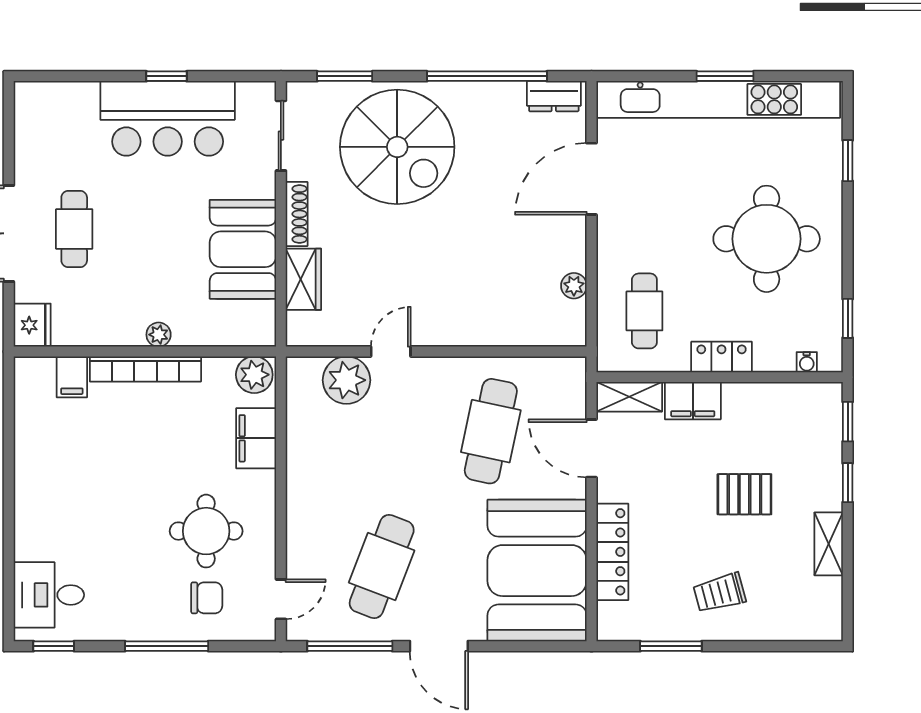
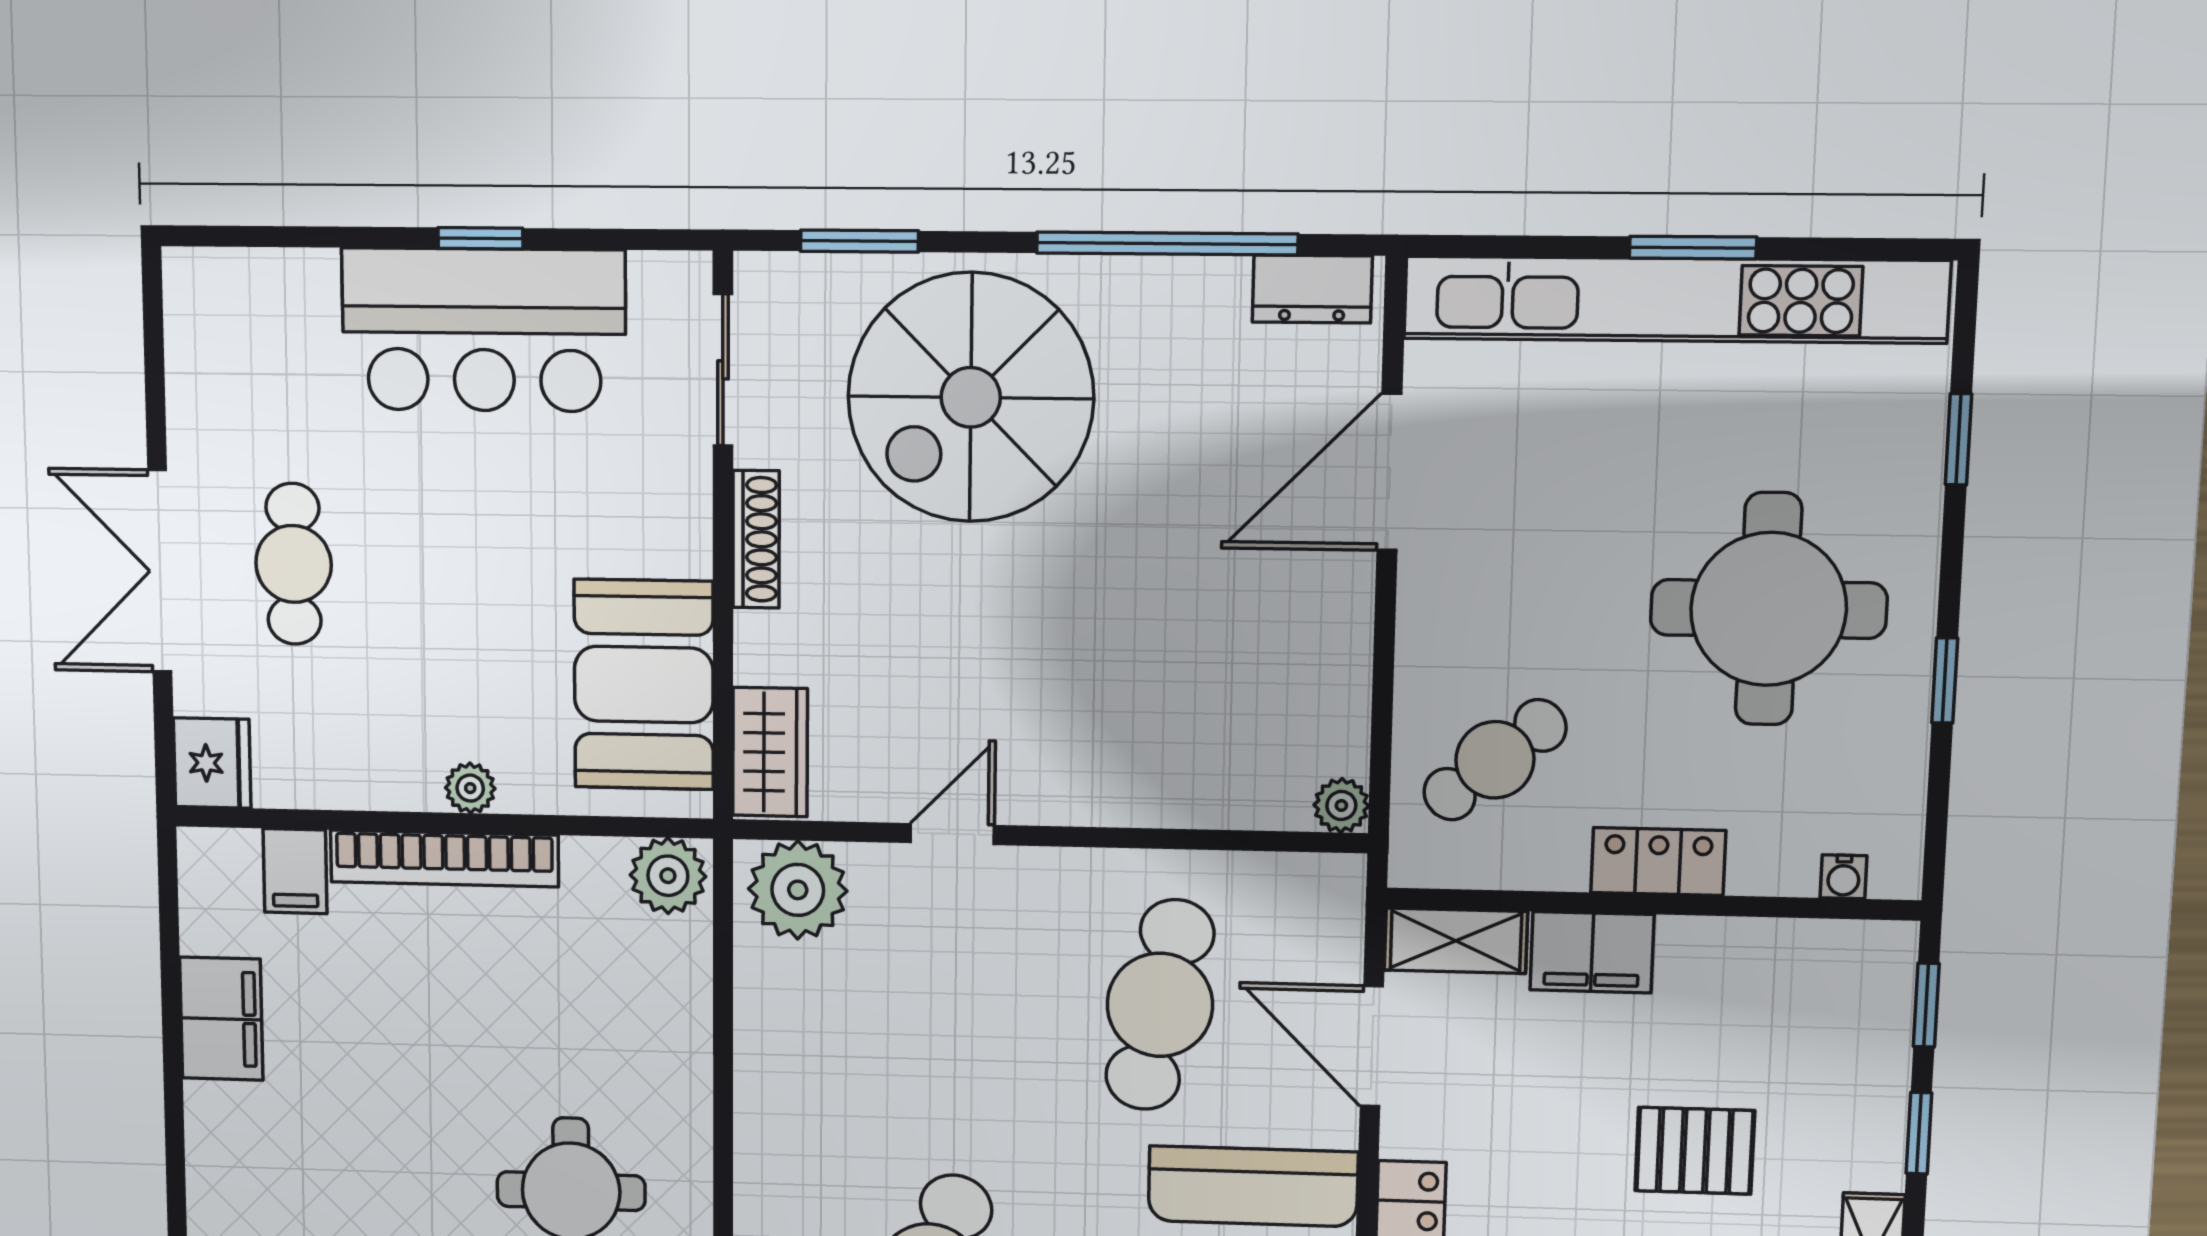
spiral stairs: (397, 147) -> (971, 397), turned 90
booth: (243, 249) -> (644, 685), moved
wardrobe: (303, 279) -> (770, 752), moved
plant: (574, 286) -> (1341, 805), moved
cafe table: (644, 311) -> (1495, 760), turned 51
window: (848, 318) -> (1945, 680), moved
plant: (347, 380) -> (798, 890), moved
filing cabinet: (256, 438) -> (221, 1019), moved, turned 180

